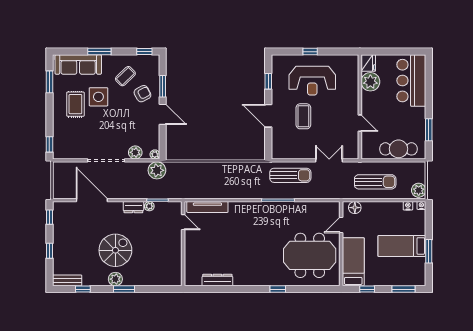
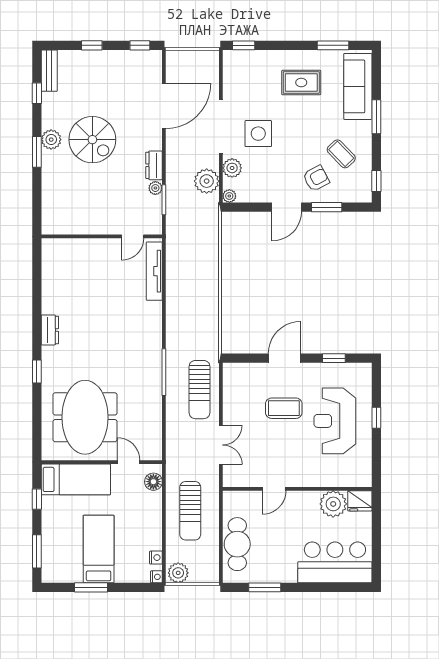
armchair: (142, 94) -> (316, 178), turned -90
side table: (98, 97) -> (258, 134), moved
plant: (157, 170) -> (207, 181), moved
dresser: (217, 280) -> (50, 330), moved, width x0.70

